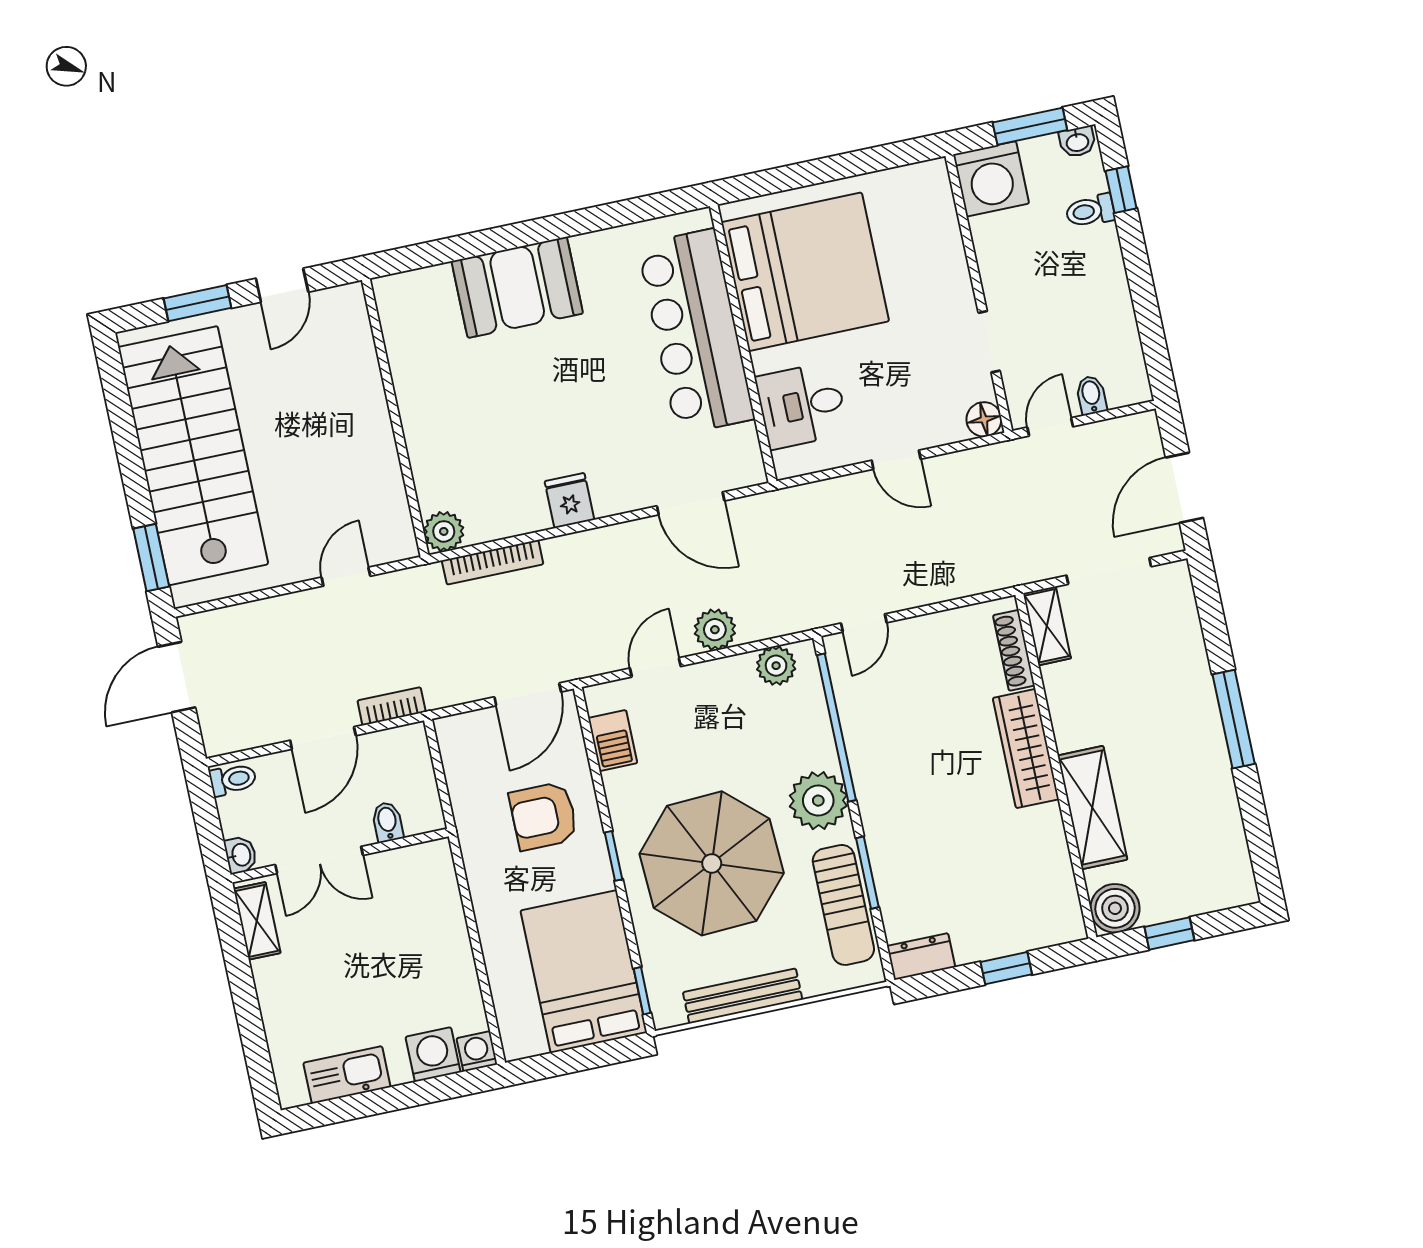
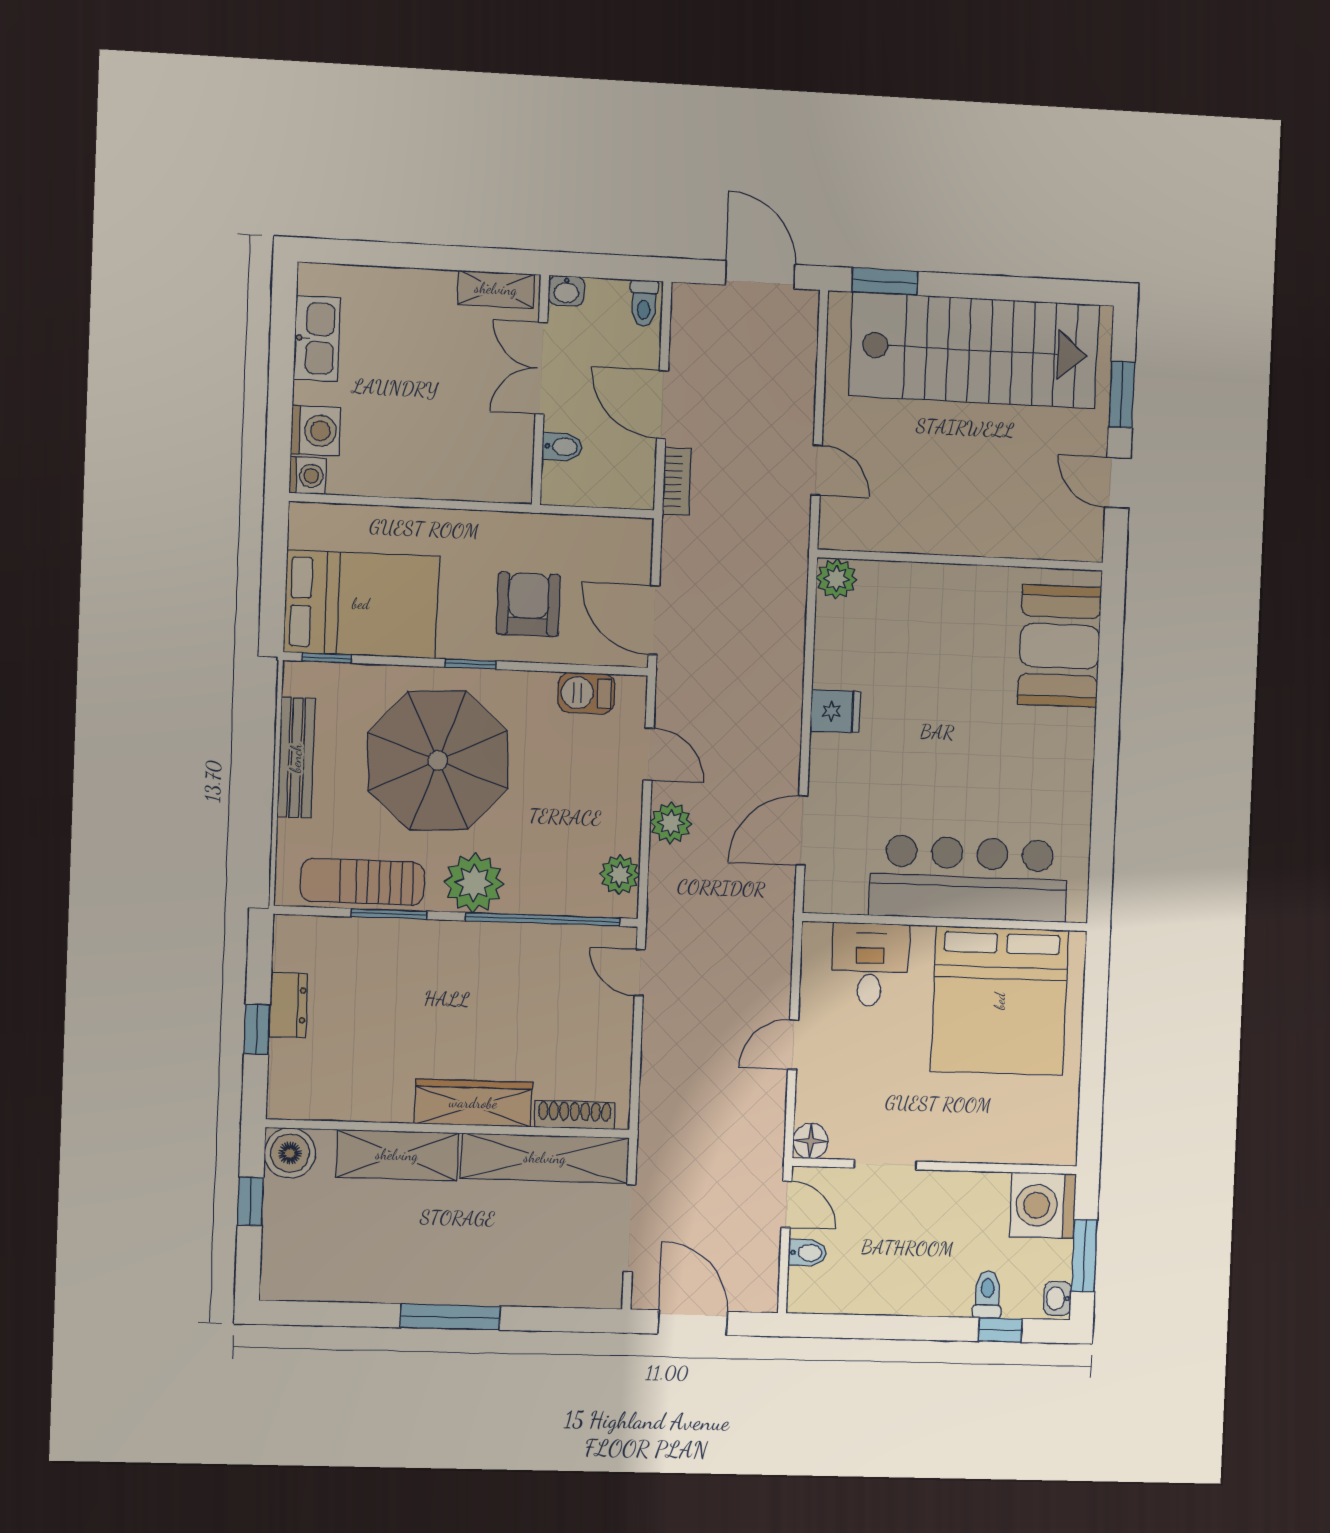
booth: (517, 287) -> (1060, 646), moved
bookcase: (493, 562) -> (794, 619), removed
shelving: (1047, 626) -> (545, 1158), width x2.20, depth x1.33
dresser: (921, 957) -> (288, 1005), moved

